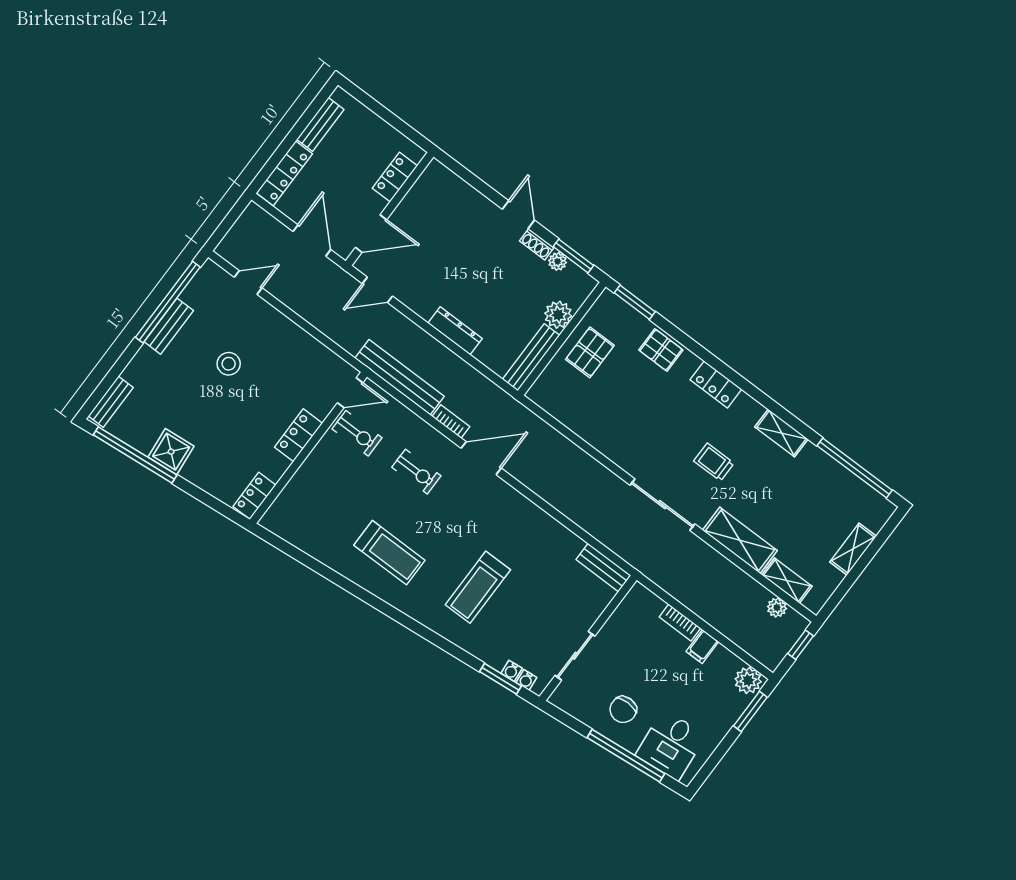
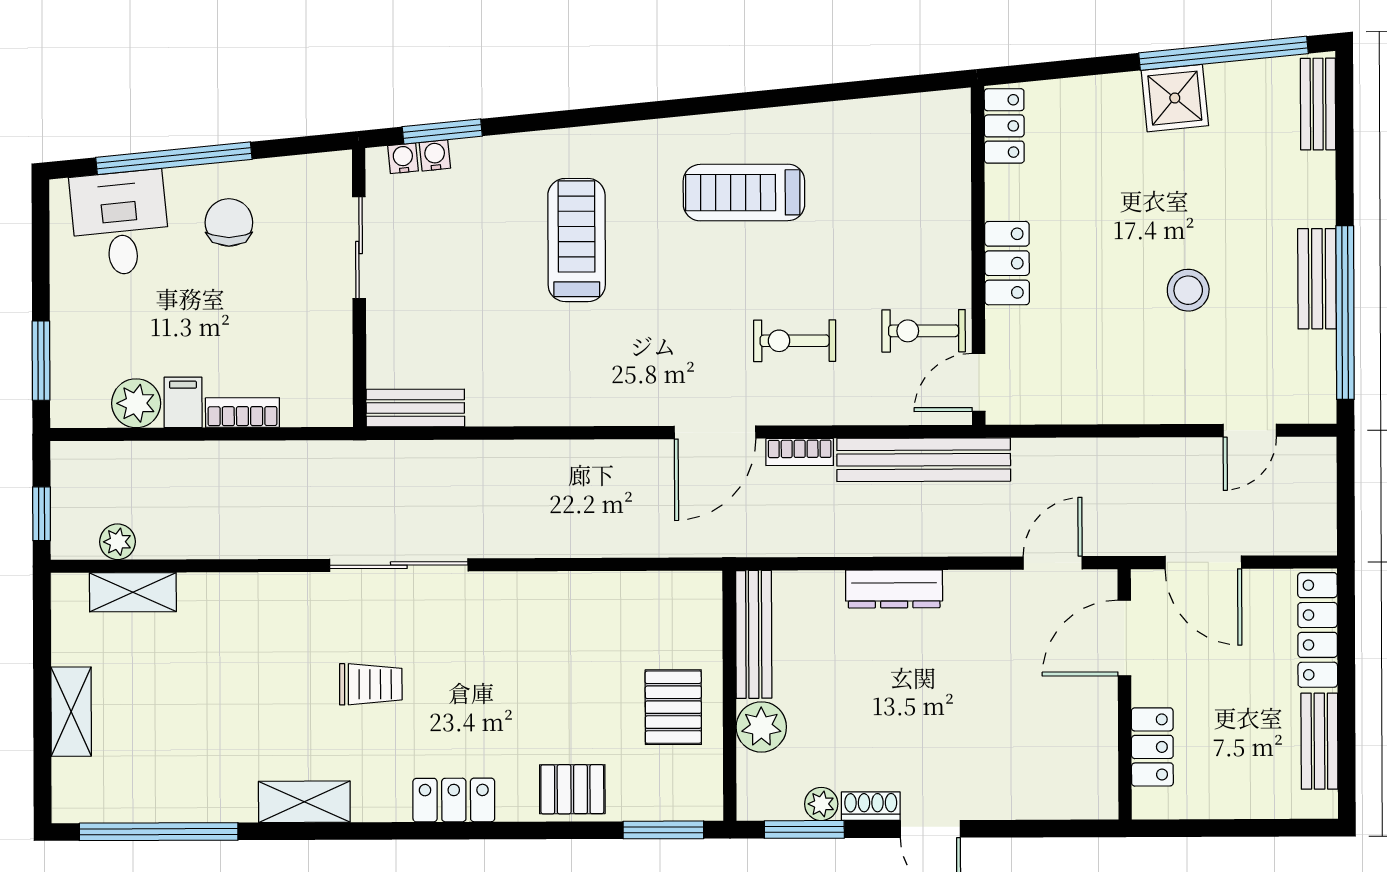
shelving: (740, 540) -> (246, 599), removed
plant: (748, 680) -> (136, 403), moved

